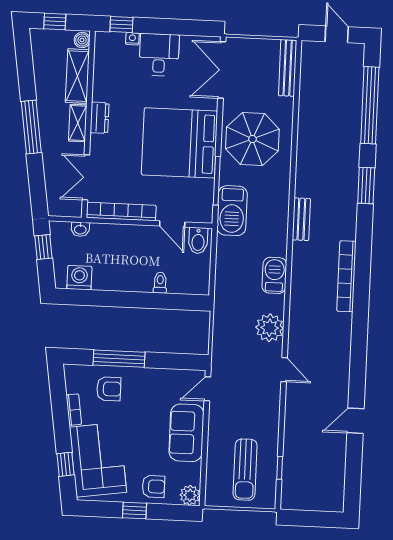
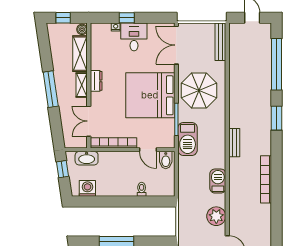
window: (121, 25) -> (127, 18), moved
washbasin: (80, 229) -> (87, 158), width x1.91, depth x1.45

